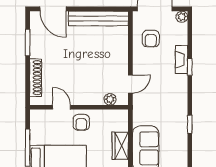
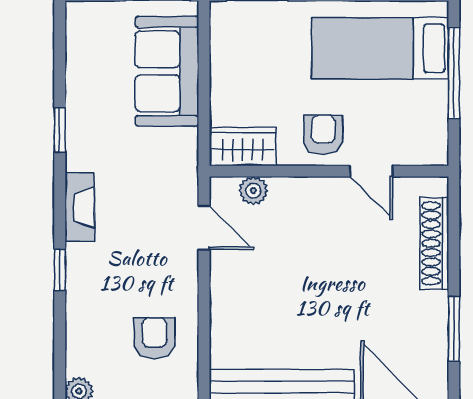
fireplace: (182, 60) -> (80, 207), moved
door: (130, 84) -> (204, 228), swing flipped
wardrobe: (120, 146) -> (243, 147), moved, turned -90

